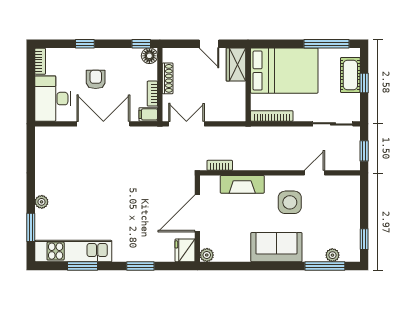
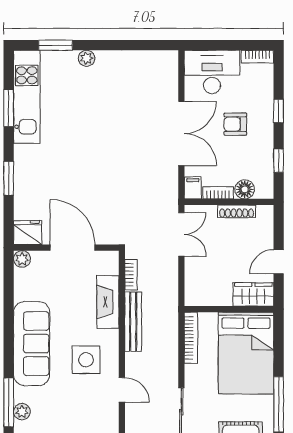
window: (141, 44) -> (279, 161), moved
floor lamp: (149, 56) -> (245, 189), moved
armchair: (96, 79) -> (235, 124), turned 180
bench: (258, 164) -> (133, 322), added
sofa: (276, 247) -> (32, 344), width x1.36

